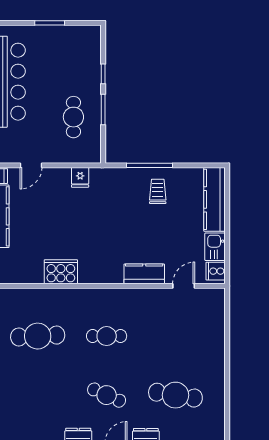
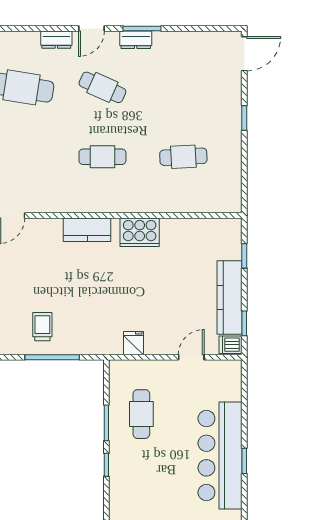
trolley: (158, 191) -> (42, 327), turned 180
cooker: (61, 272) -> (140, 232), moved
kitchen counter: (144, 274) -> (87, 230), moved
cafe table: (38, 336) -> (183, 157), width x0.73, depth x0.74

